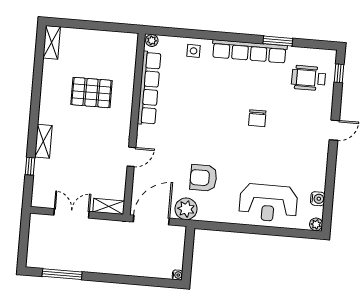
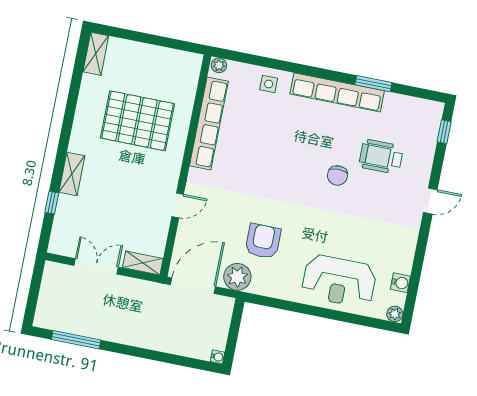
wheelchair: (309, 78) -> (381, 157), moved
pallet: (91, 93) -> (138, 121), width x1.37, depth x1.41
armchair: (203, 178) -> (263, 241), turned 90

